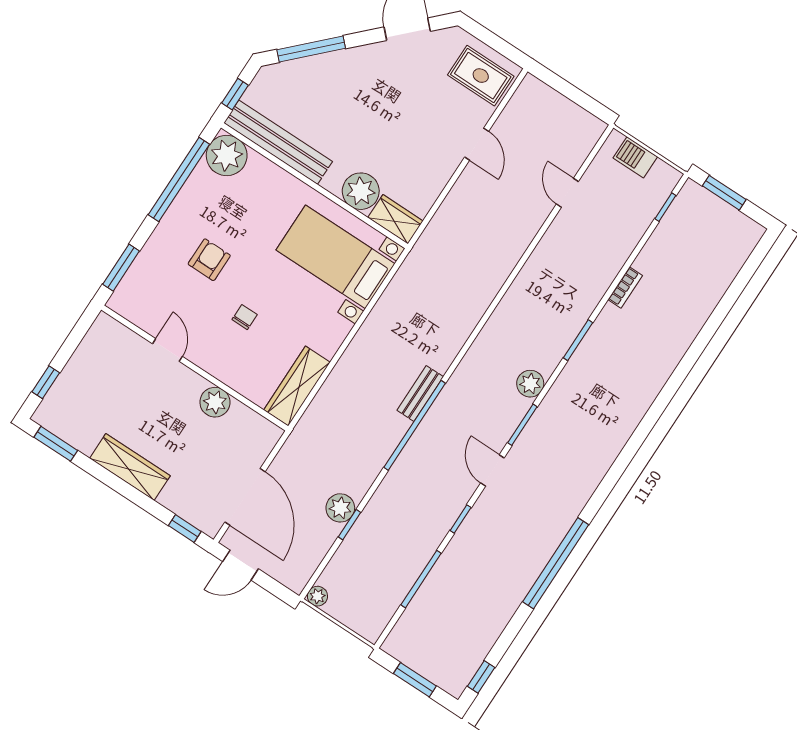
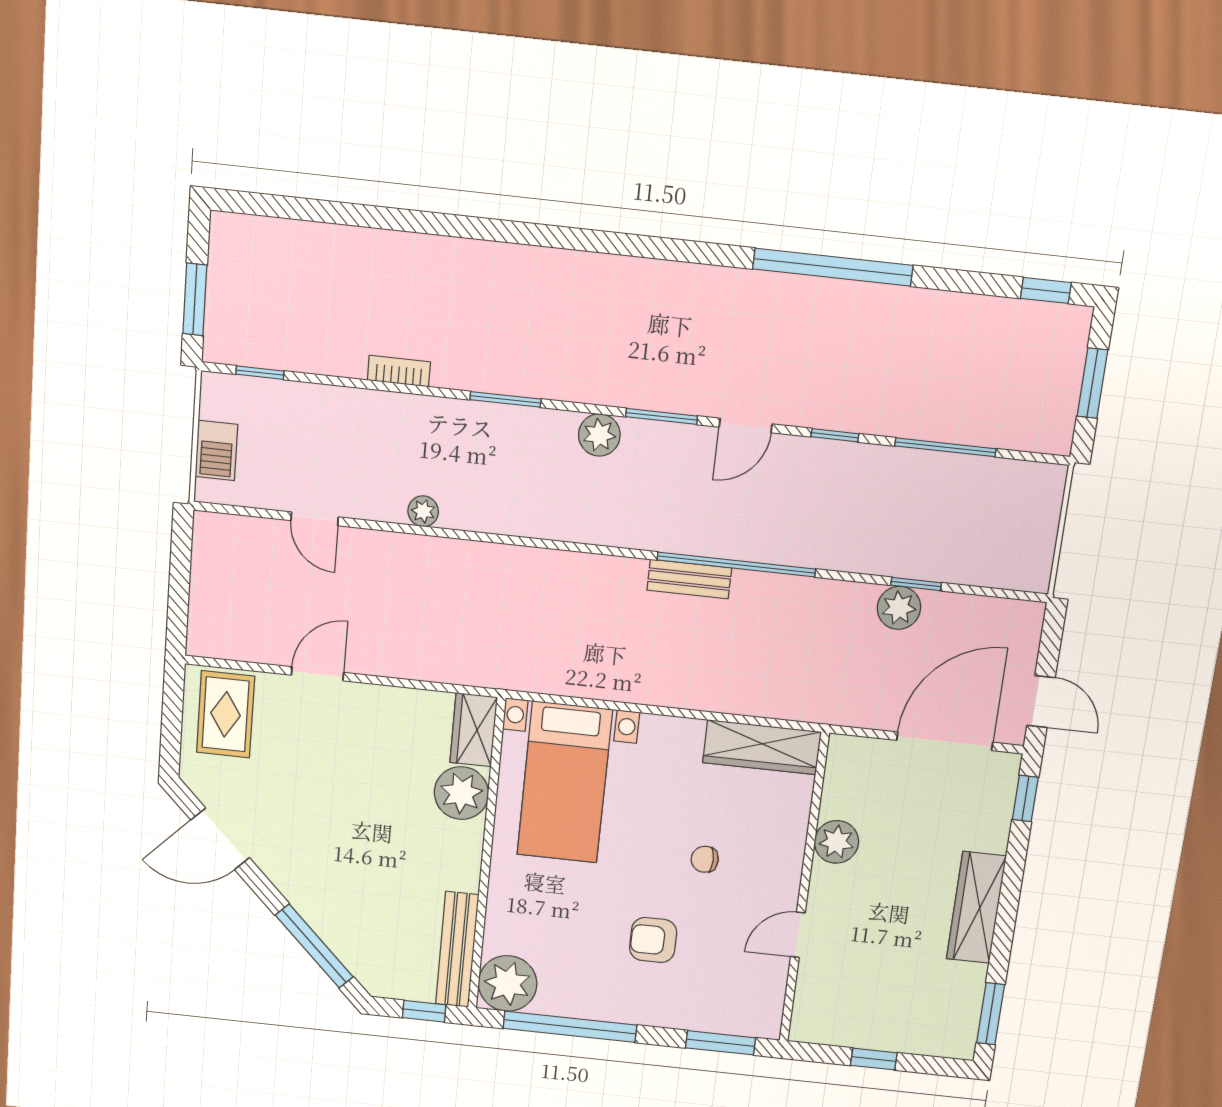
bench: (278, 142) -> (457, 950), width x0.73, depth x0.82
door: (567, 193) -> (315, 519), hinge flipped
window: (46, 382) -> (874, 1059), moved
plant: (317, 596) -> (423, 511), moved

